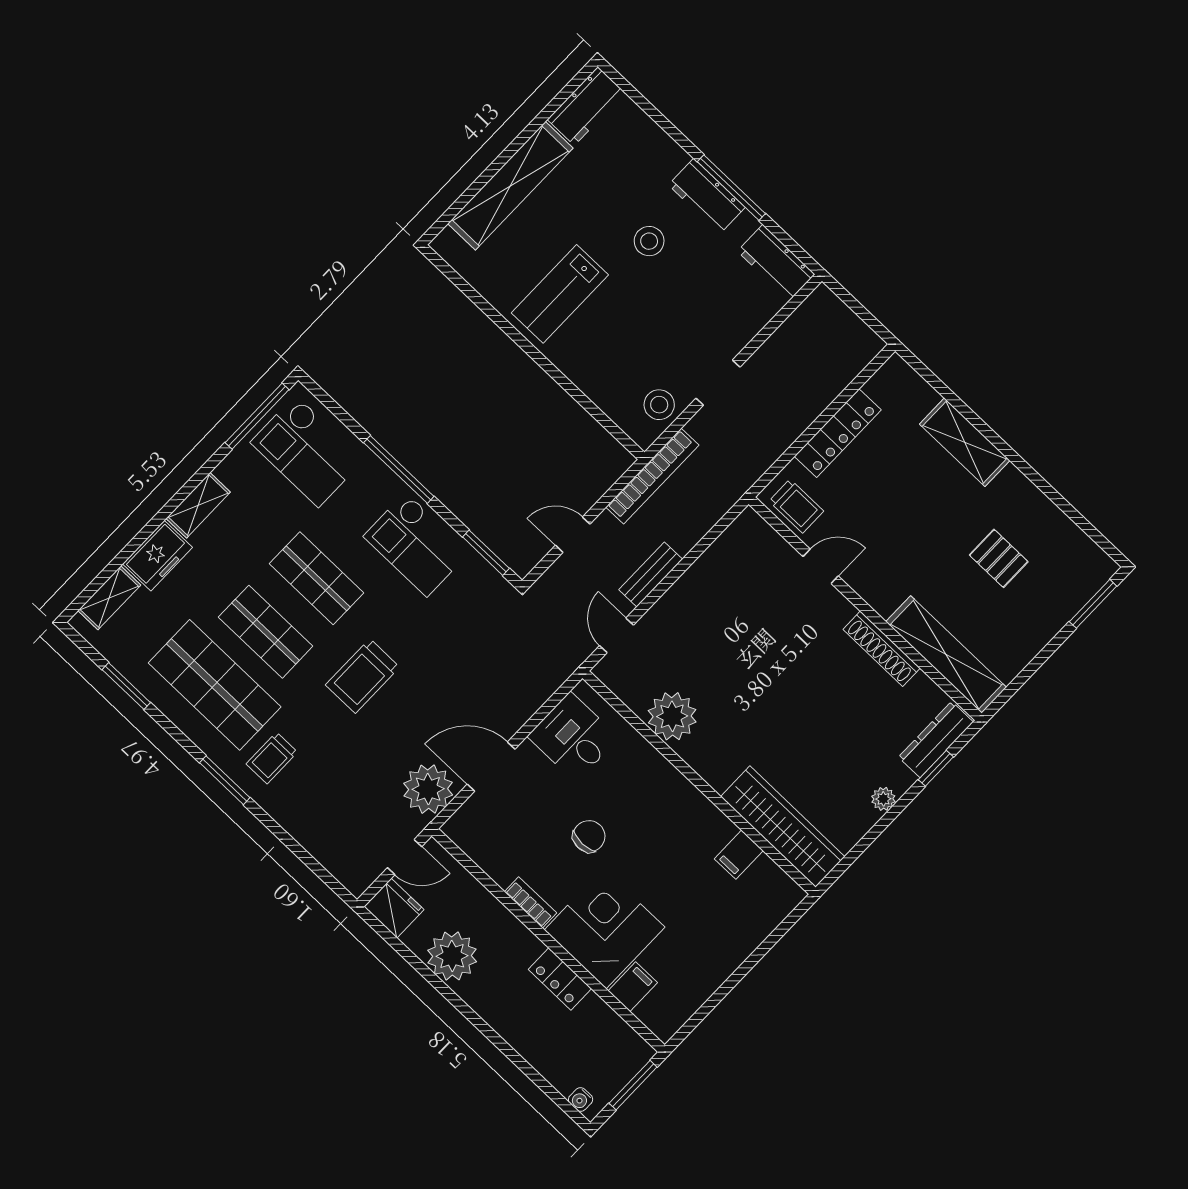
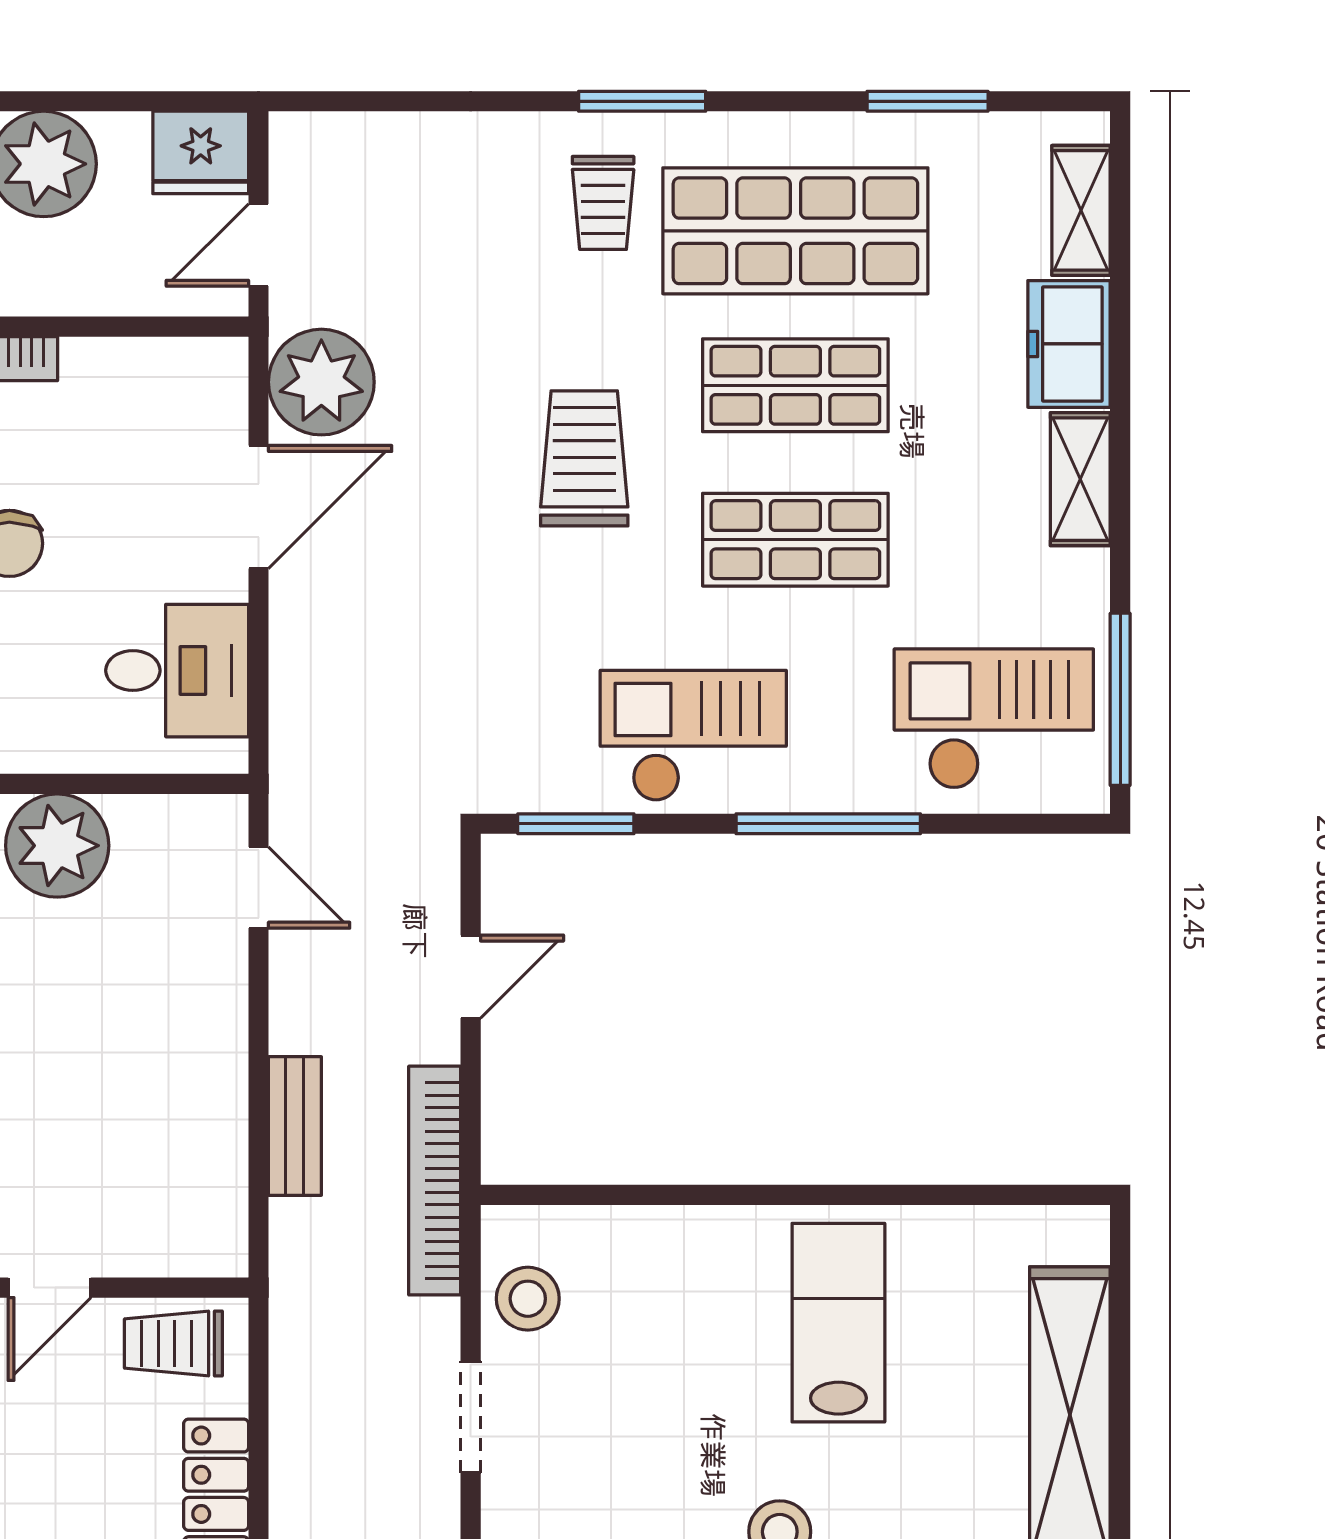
bench: (651, 574) -> (295, 1126), moved
trolley: (272, 758) -> (603, 203), turned 180

